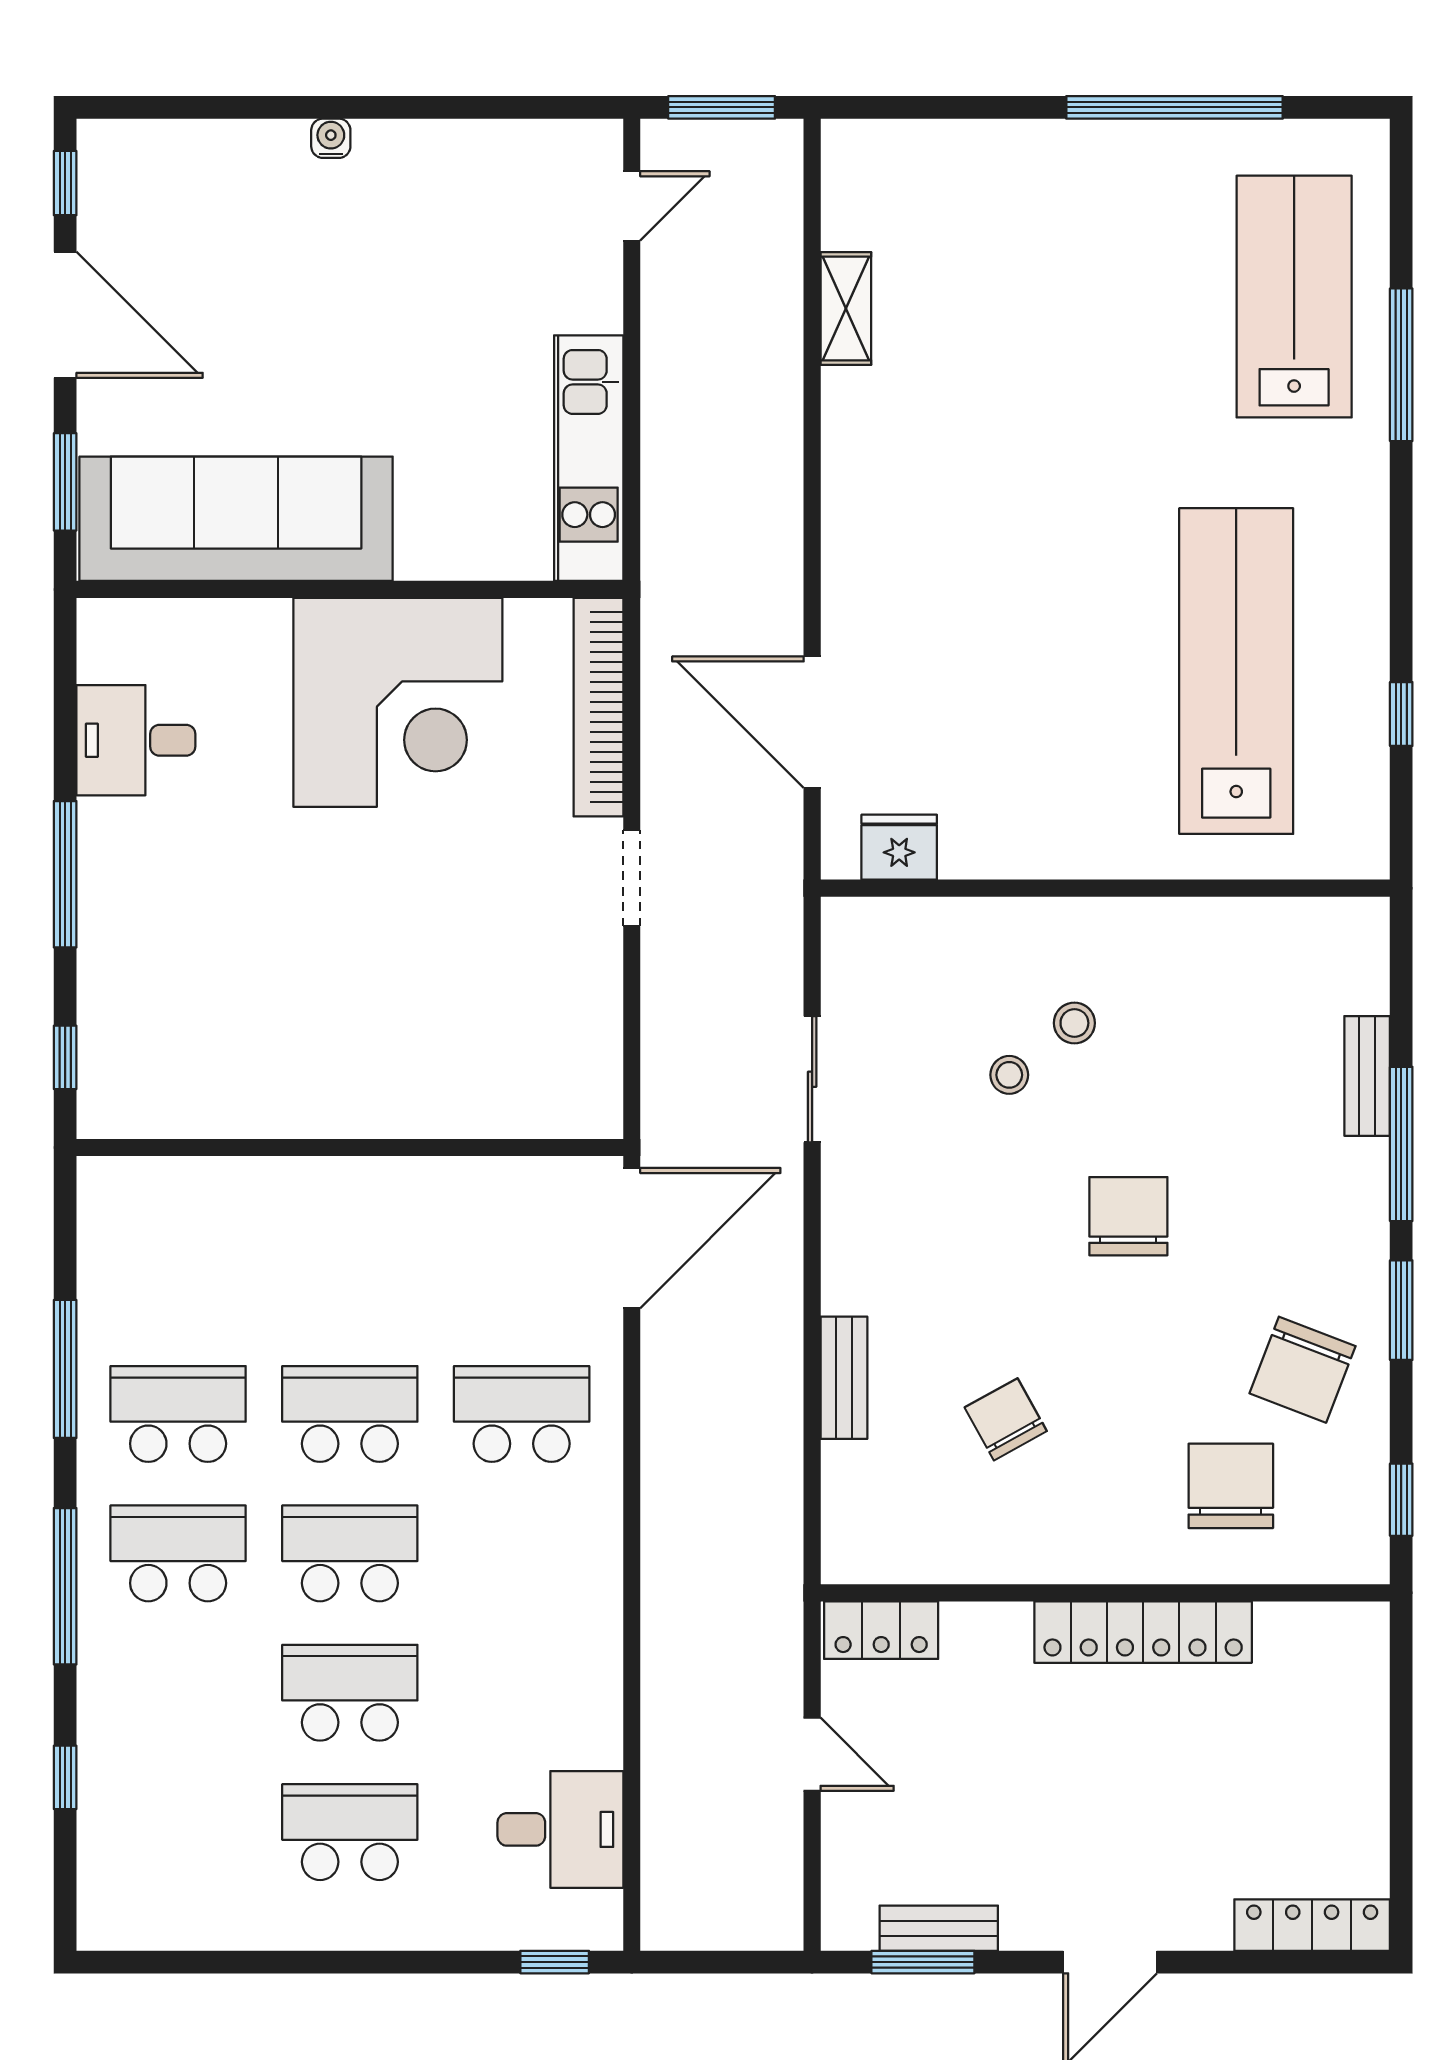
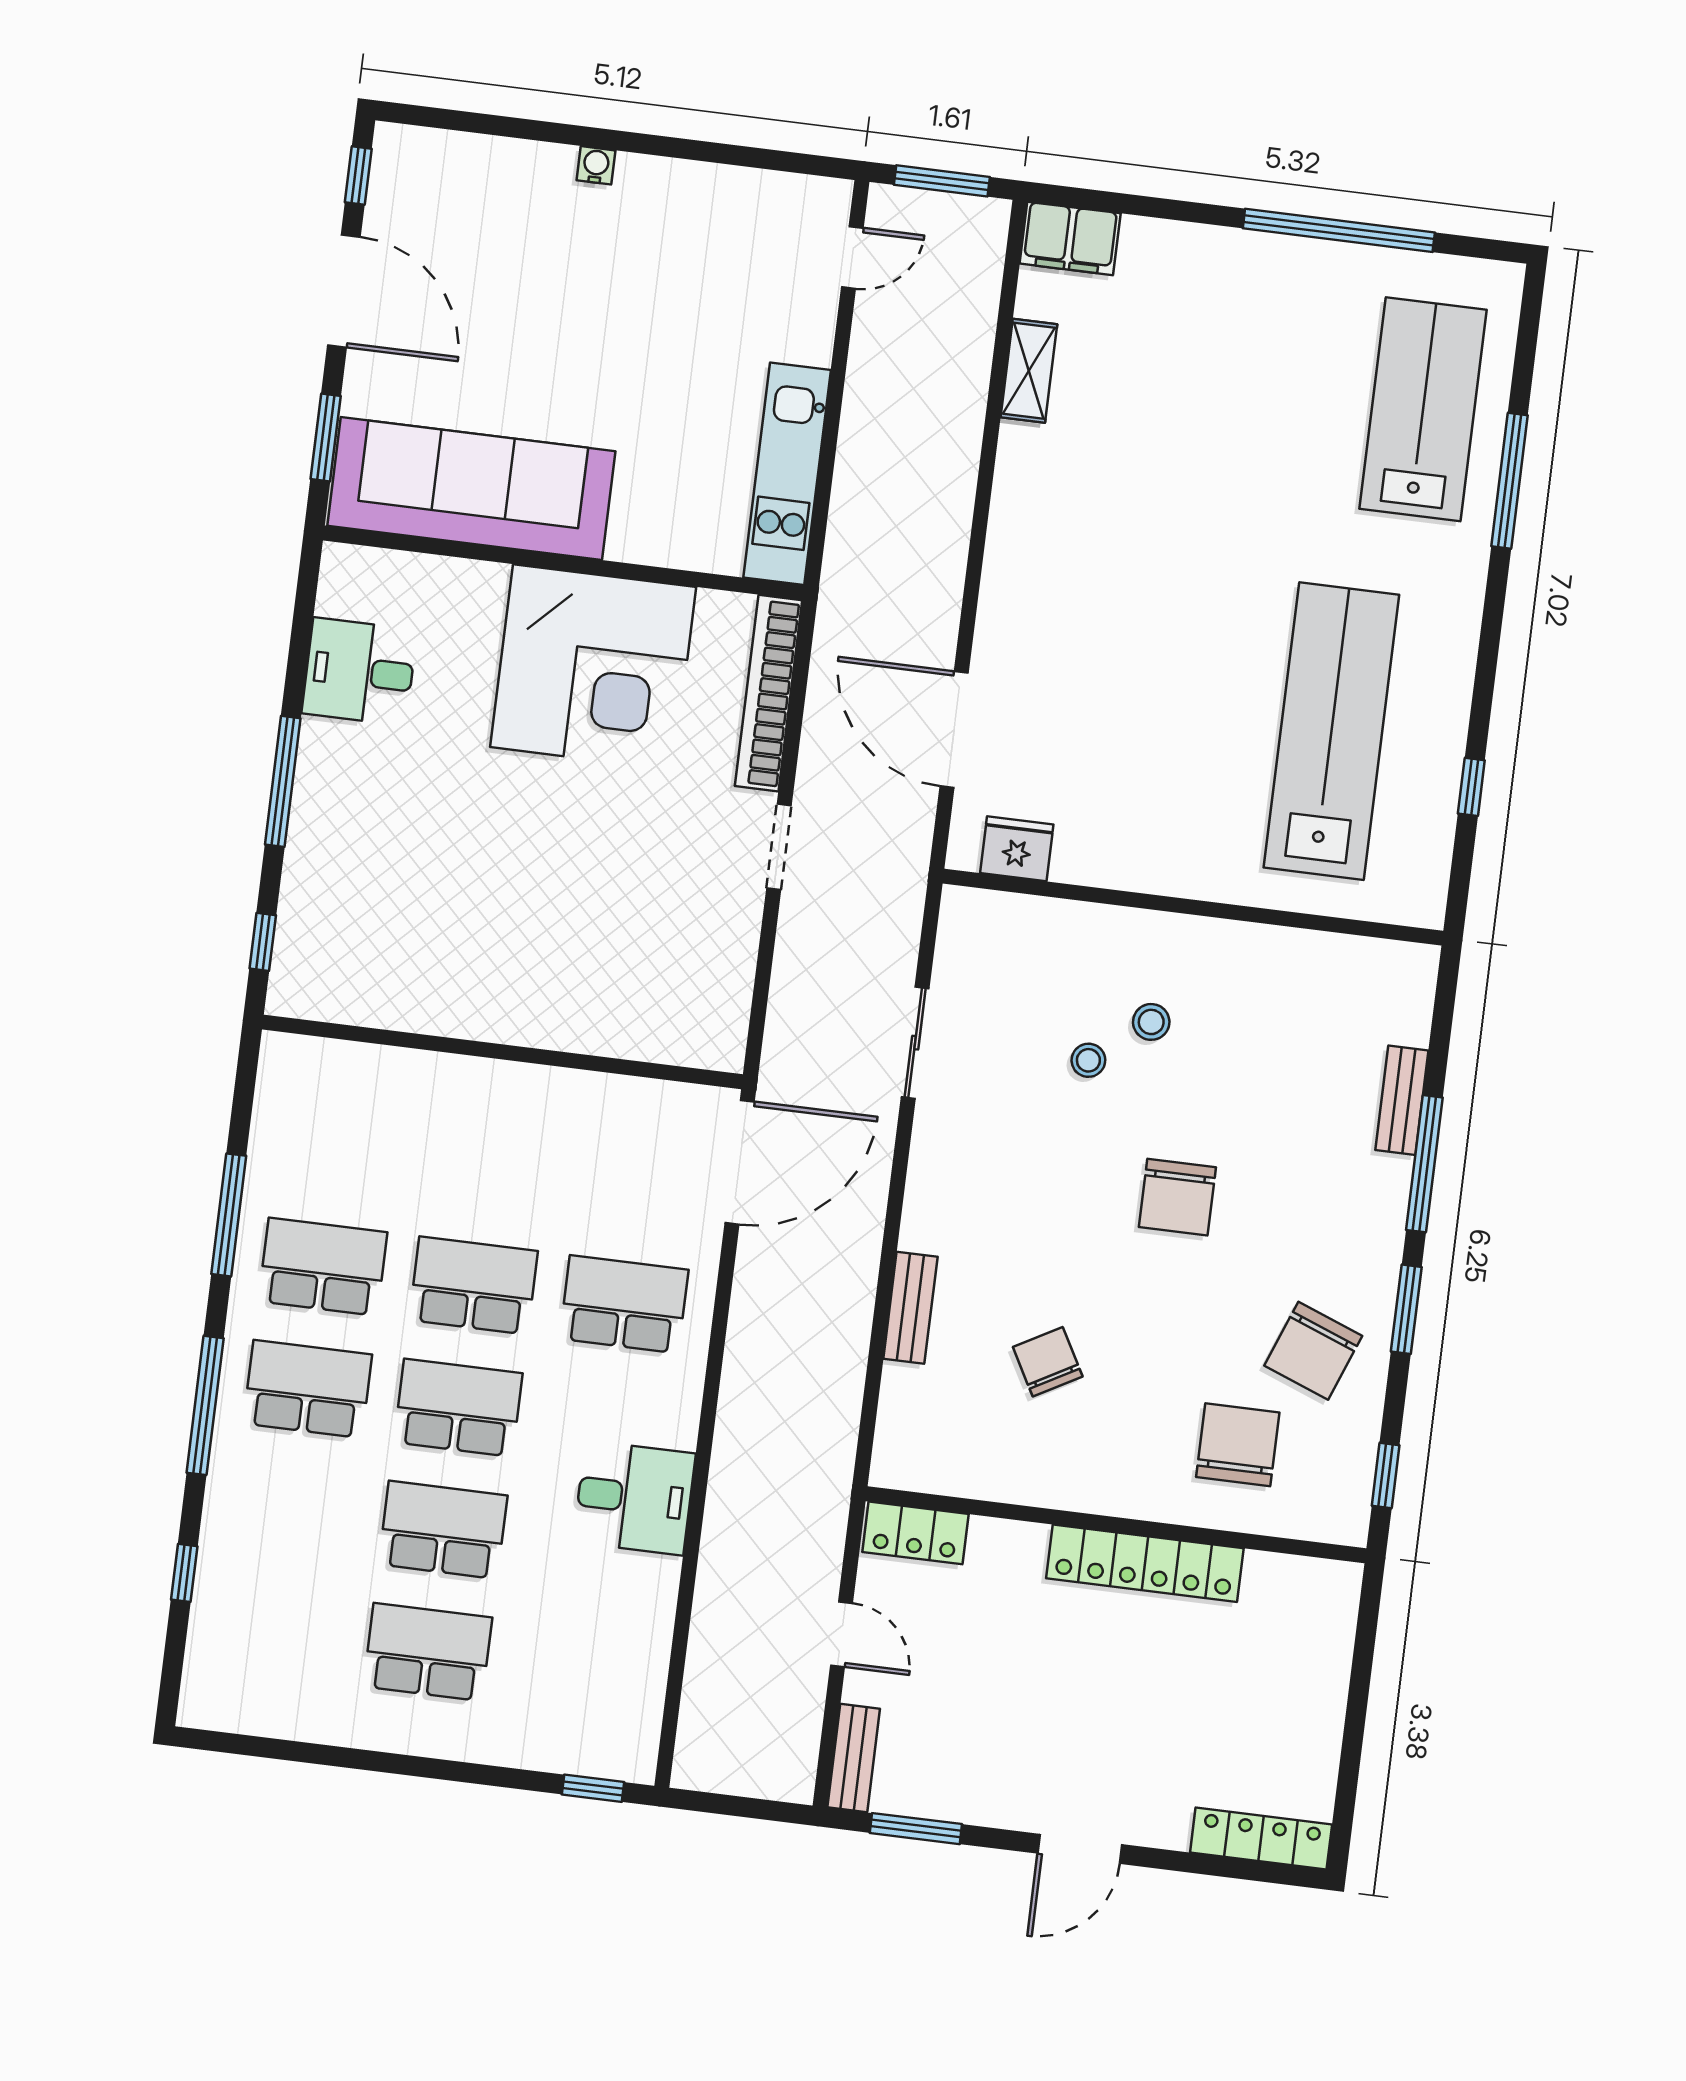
filing cabinet: (874, 154) -> (1070, 238), added
chair: (1128, 1216) -> (1177, 1197), turned 180
desk: (560, 1829) -> (634, 1498), moved
bench: (939, 1928) -> (854, 1758), moved, turned 90

